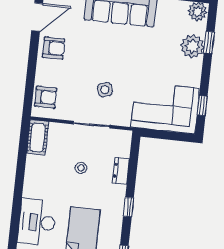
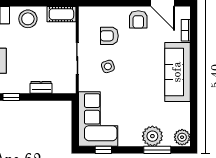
window: (209, 42) -> (157, 150), width x1.50
armchair: (46, 97) -> (109, 36), moved, turned 90
stool: (81, 168) -> (28, 19), moved, width x1.89, depth x1.89

